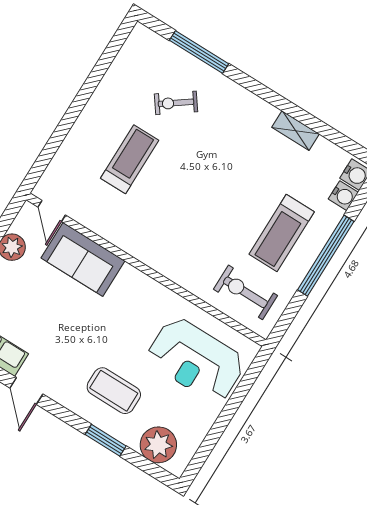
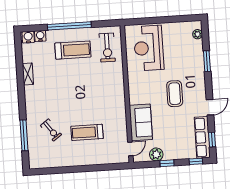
reception desk: (196, 360) -> (149, 48), turned 180
coffee table: (114, 391) -> (175, 94), moved
plant: (158, 445) -> (198, 34), width x0.53, depth x0.53

